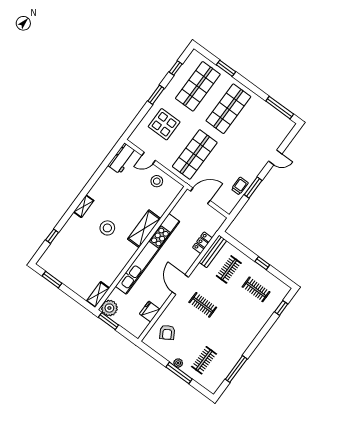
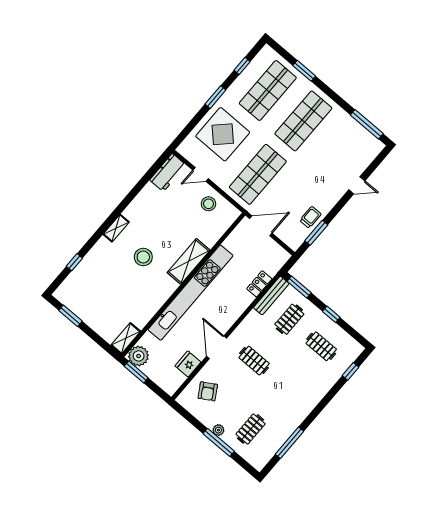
display table: (164, 124) -> (223, 134), width x1.36, depth x1.36
window: (253, 188) -> (316, 233), moved
window: (235, 243) -> (299, 287), added
door: (180, 285) -> (217, 347), moved

